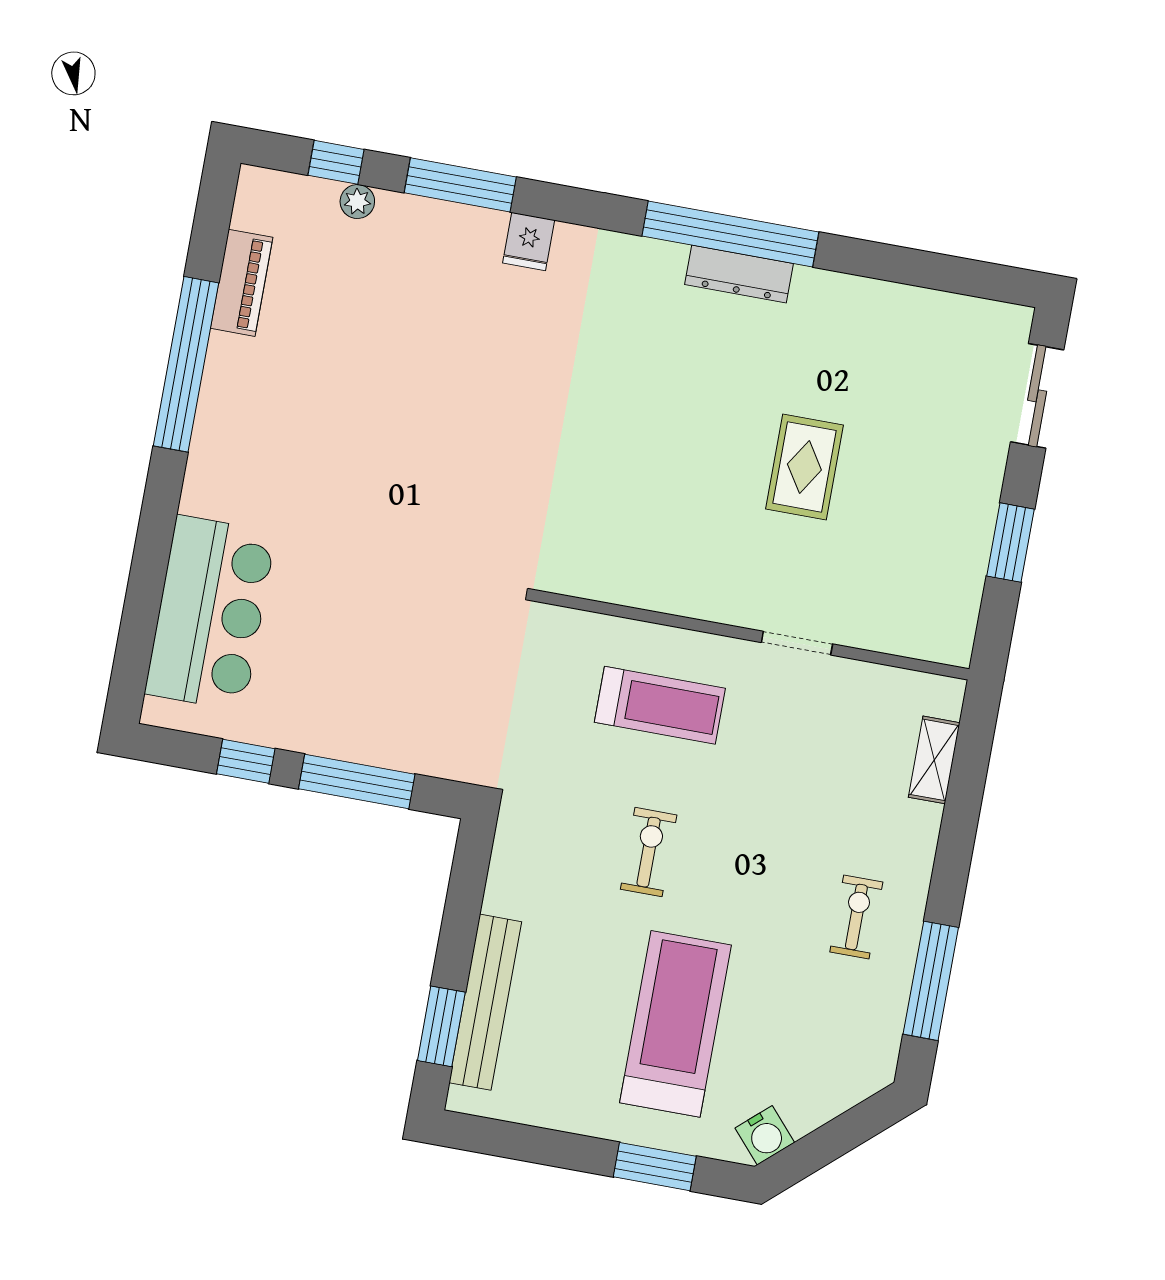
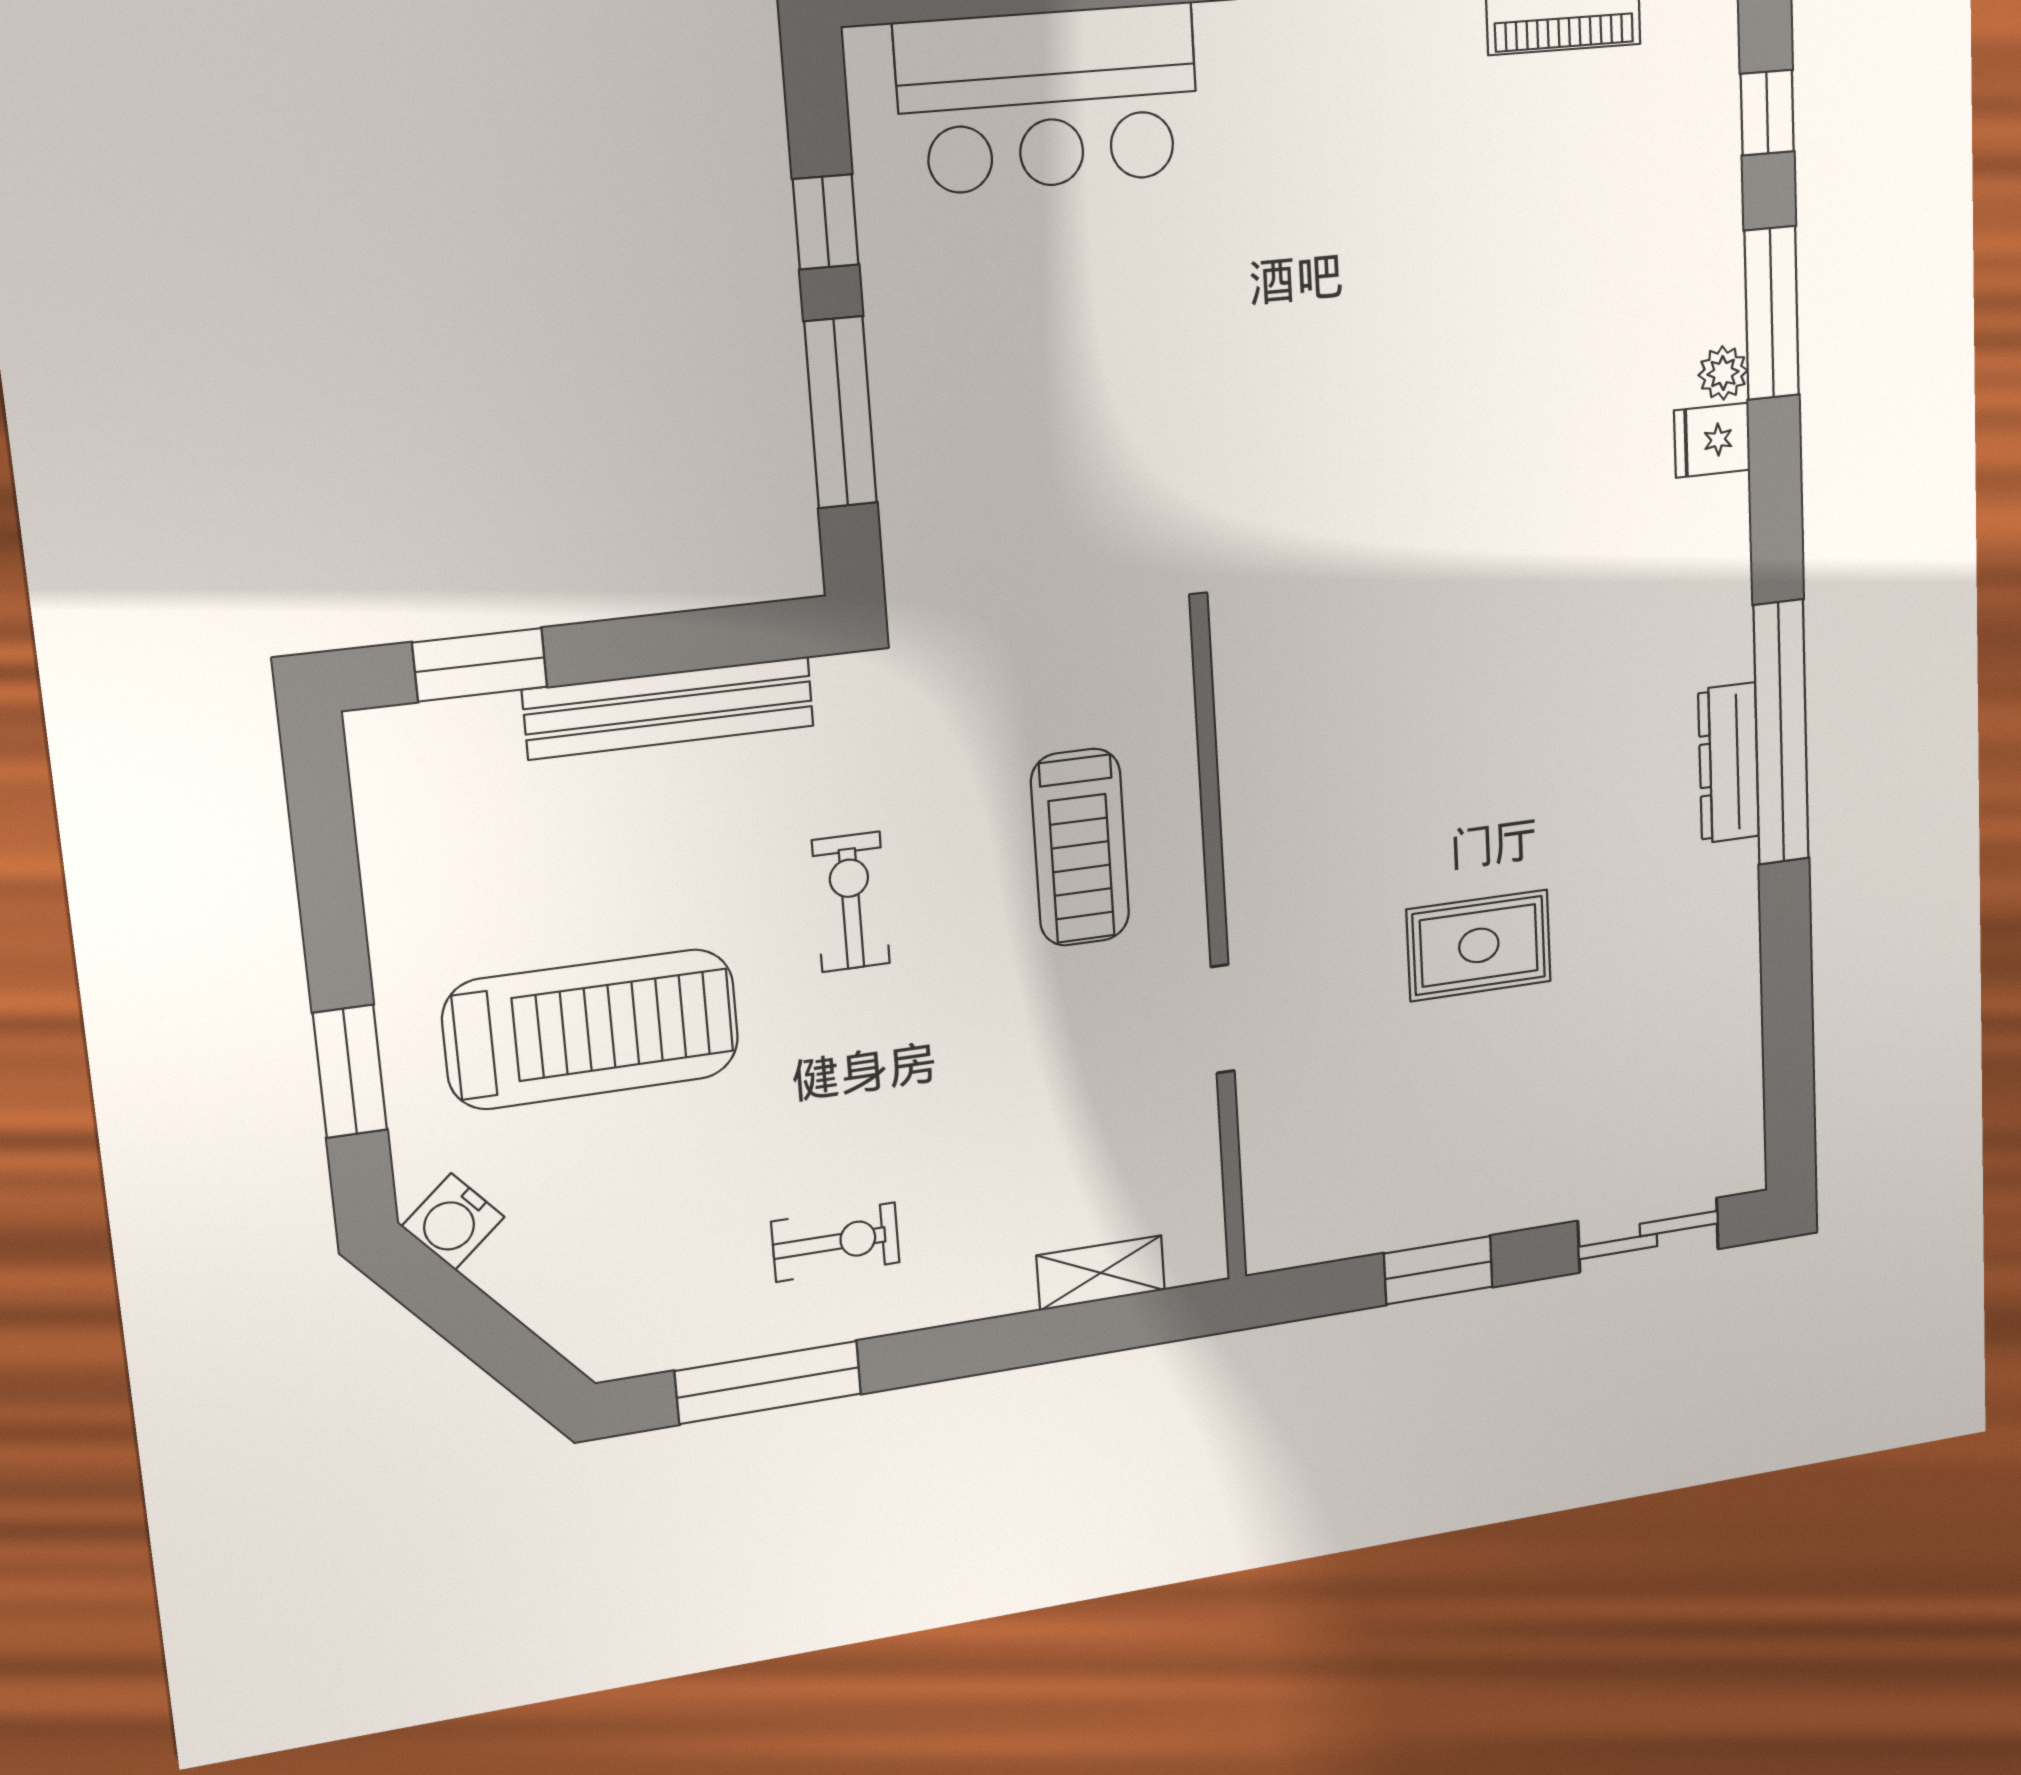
plant: (357, 201) -> (1723, 373), moved
exercise bike: (649, 852) -> (851, 902), turned -90
bench: (485, 1002) -> (669, 708), moved

